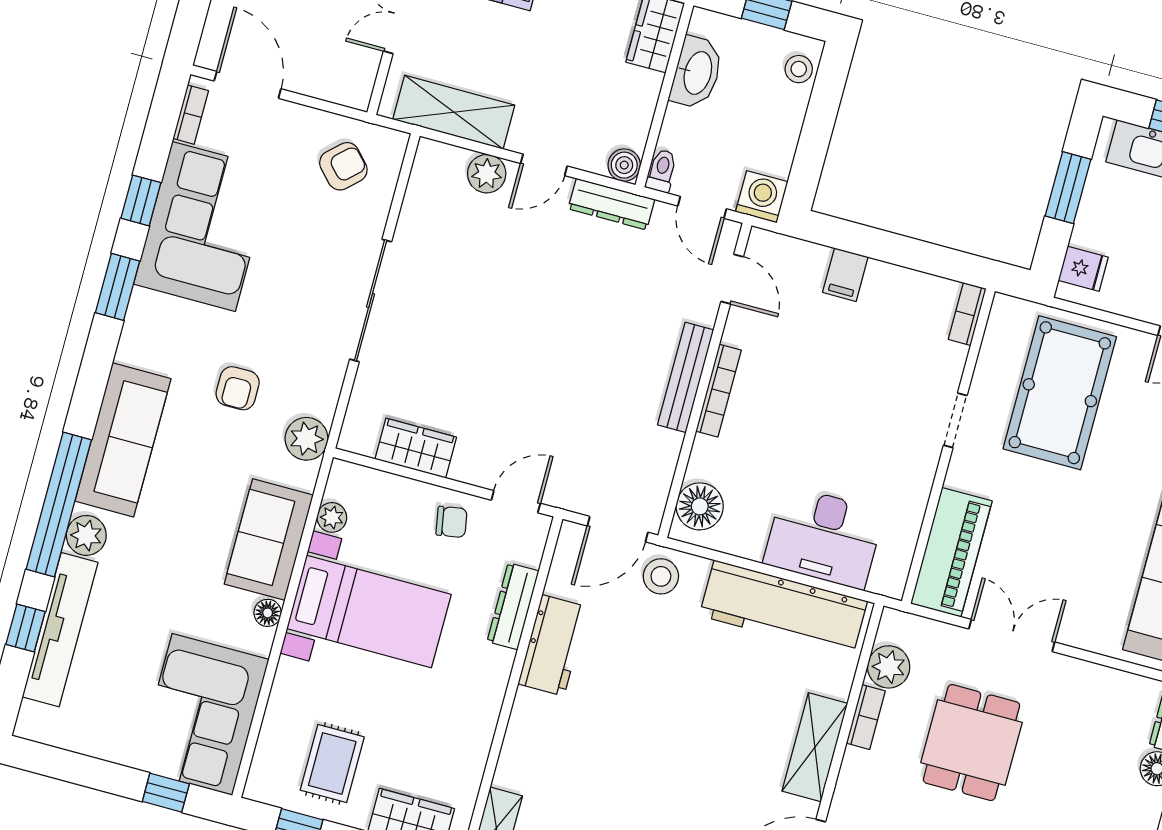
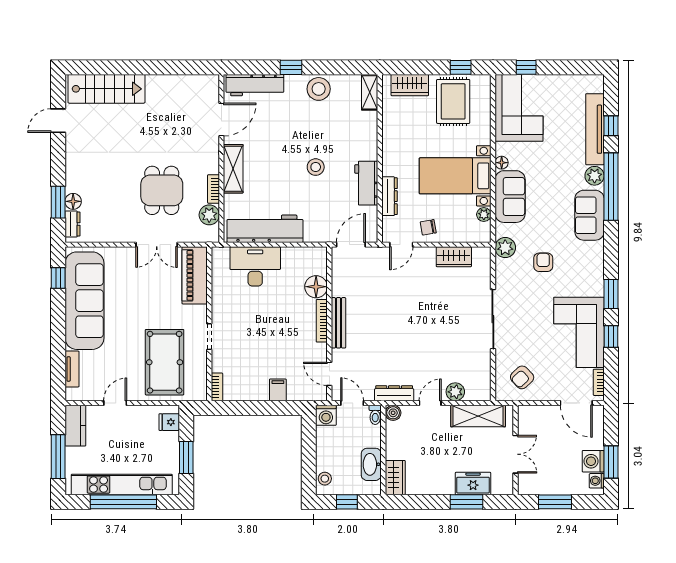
sofa: (123, 440) -> (590, 215), width x0.73
floor lamp: (700, 506) -> (316, 287), moved
stool: (661, 576) -> (316, 167), moved
rug: (332, 764) -> (453, 101), width x1.36, depth x1.43

